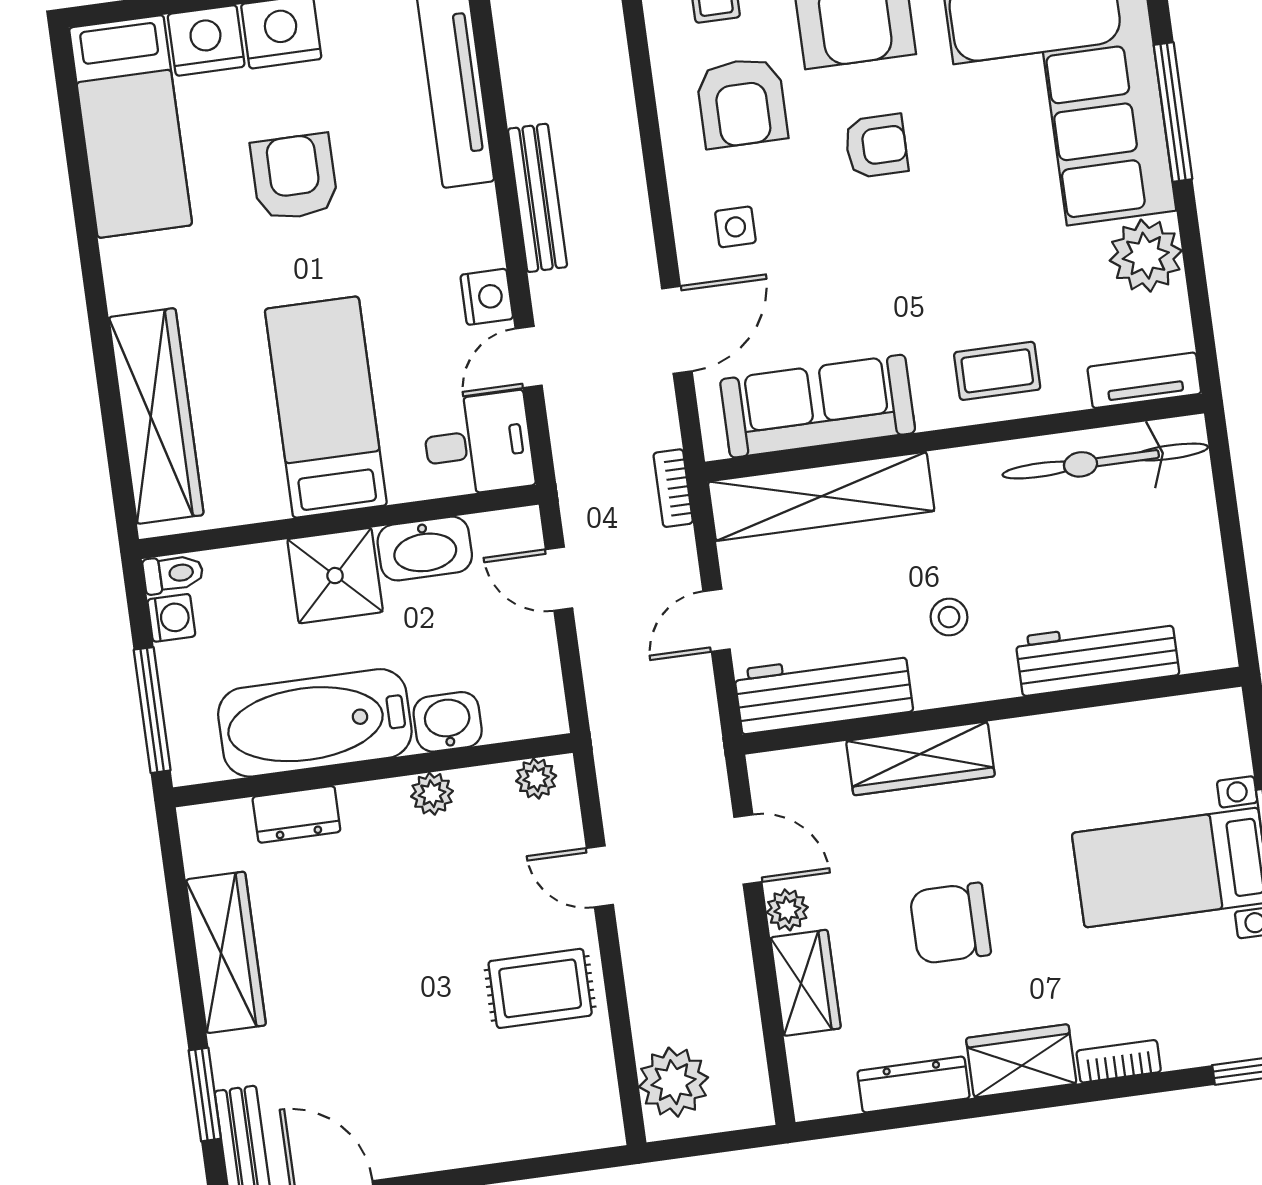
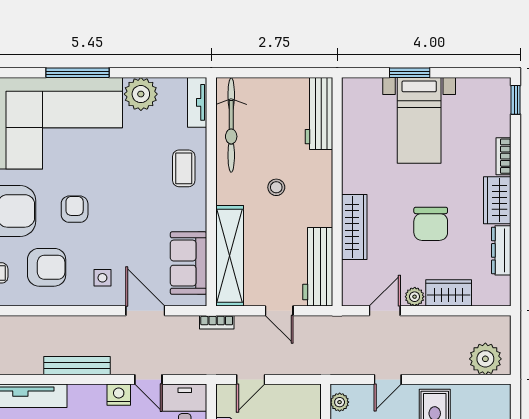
sofa: (818, 406) -> (189, 263), width x0.73
stool: (949, 617) -> (276, 187), moved
workbench: (1097, 656) -> (319, 113), moved

